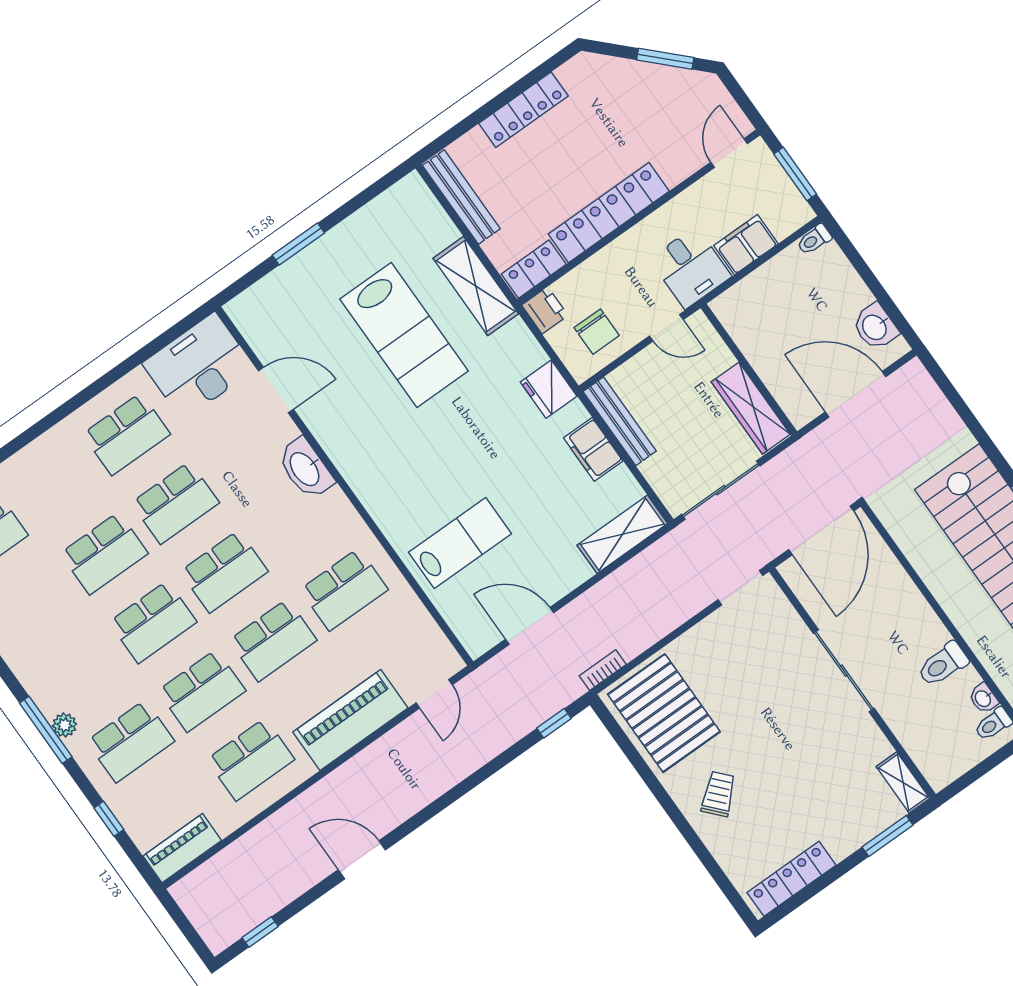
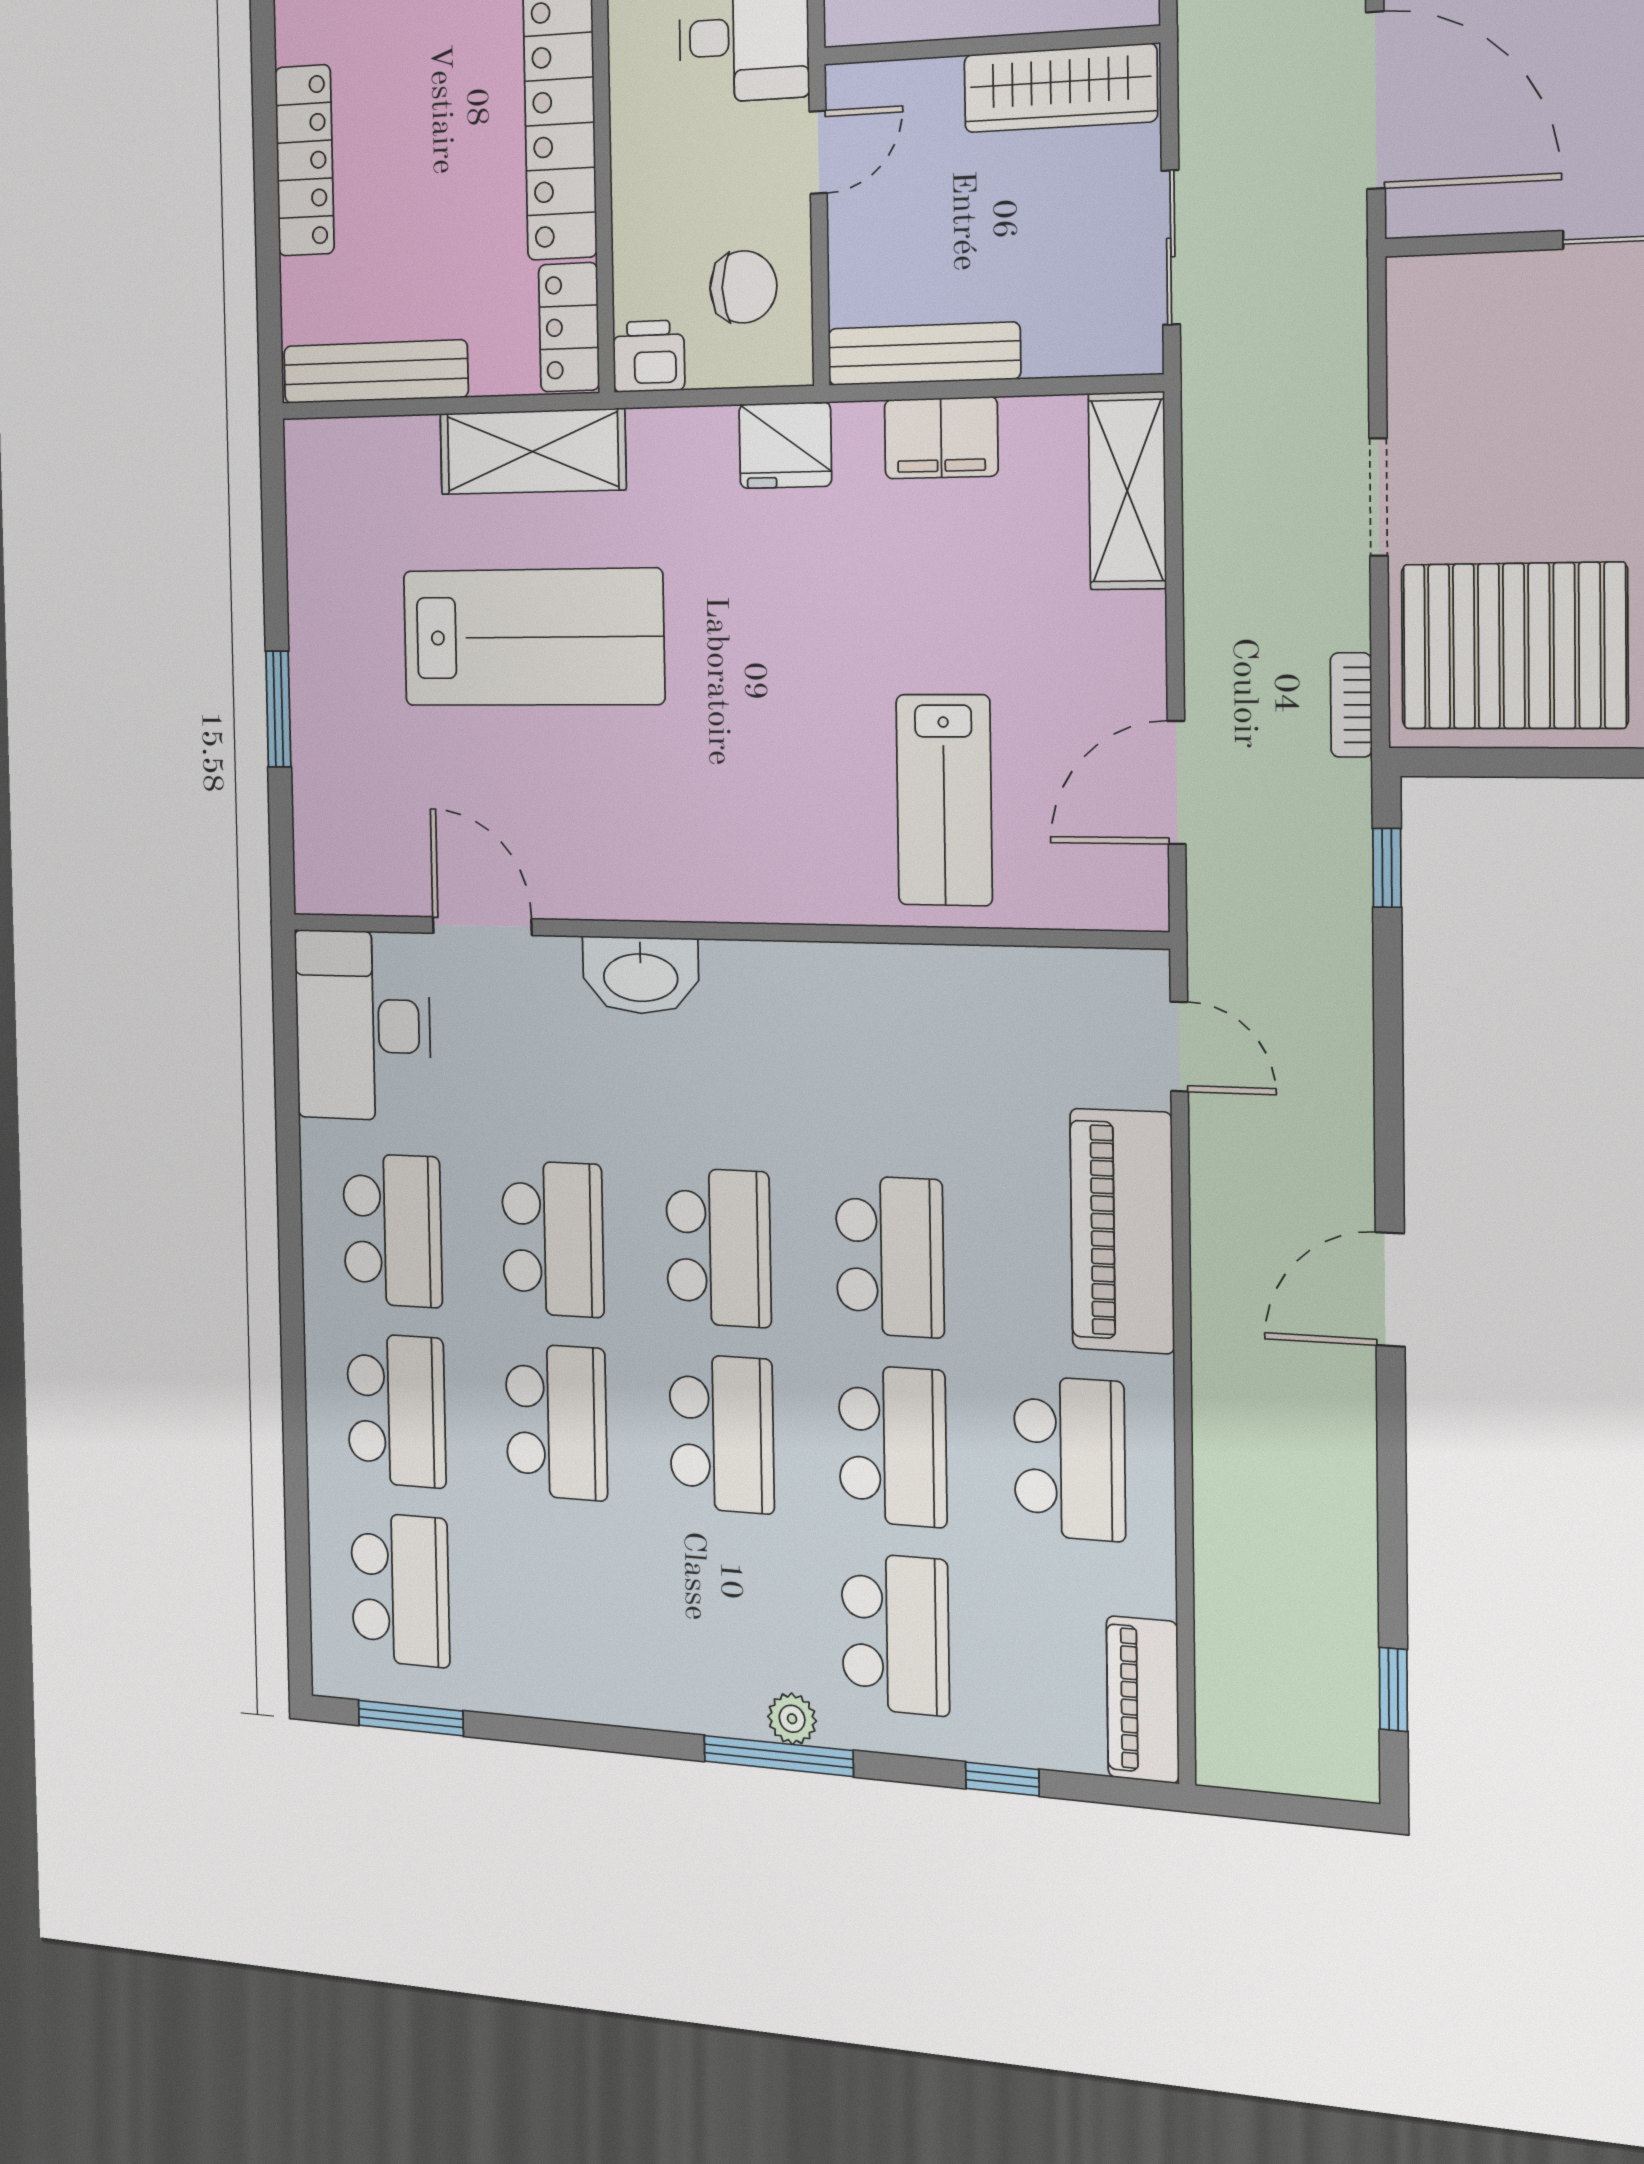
door: (276, 390) -> (482, 926), hinge flipped
sliding door: (721, 490) -> (1171, 247), width x0.73
lab bench: (460, 543) -> (944, 800), turned 180
doorway: (740, 588) -> (1379, 497), moved
school desk: (344, 590) -> (396, 1410), moved
door: (362, 860) -> (1390, 1289), moved

